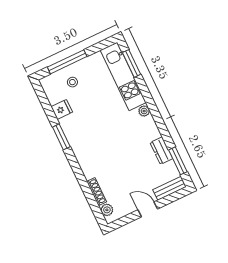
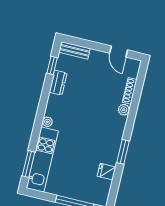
stool: (72, 82) -> (83, 185), removed
window: (178, 161) -> (52, 65), width x0.67
door: (148, 209) -> (119, 52), moved
plant: (107, 210) -> (124, 110), moved

